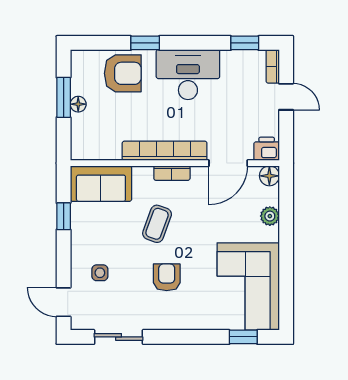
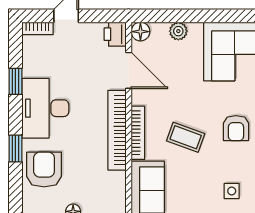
window: (245, 43) -> (15, 81), moved
bookcase: (172, 173) -> (138, 133), width x1.56
armchair: (167, 277) -> (236, 128), turned -90

